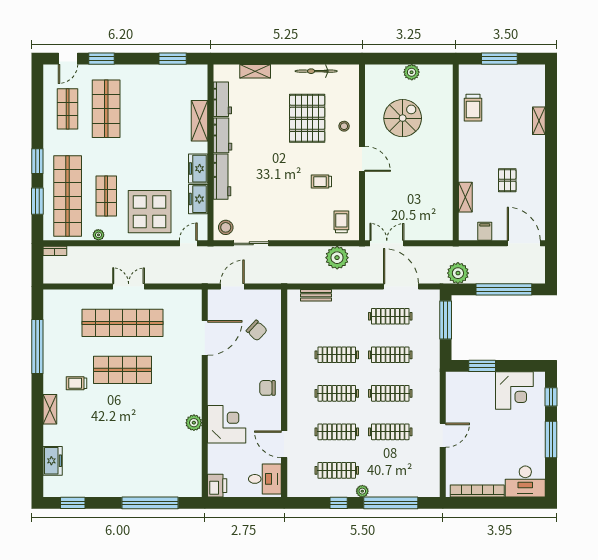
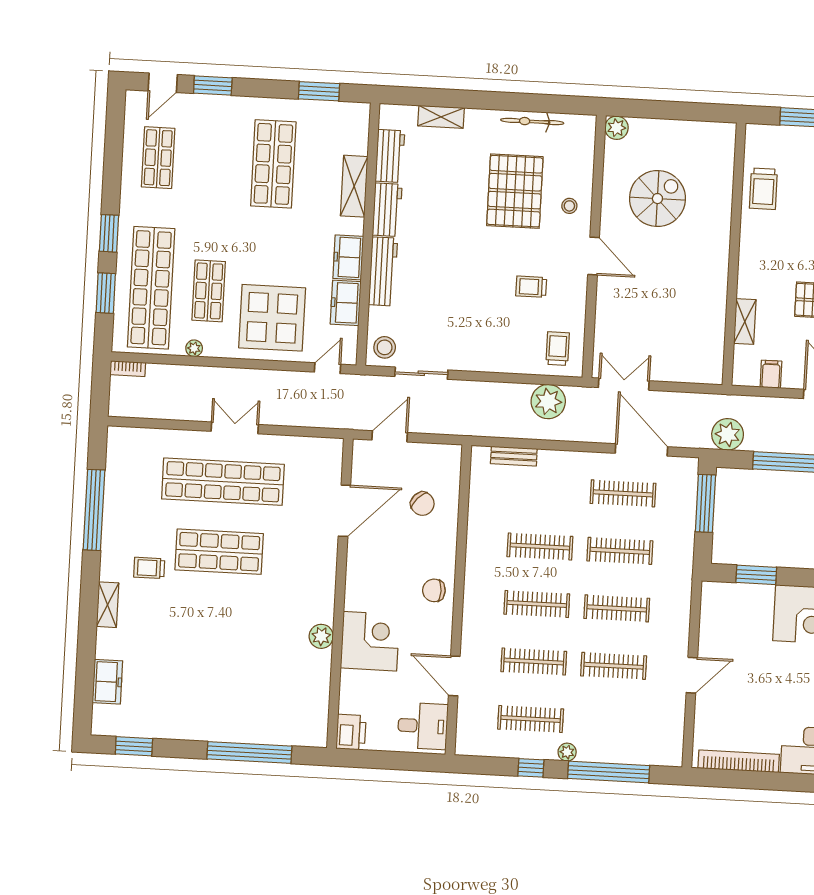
plant: (412, 72) -> (617, 128), moved
shop shelf: (106, 109) -> (273, 164), moved

